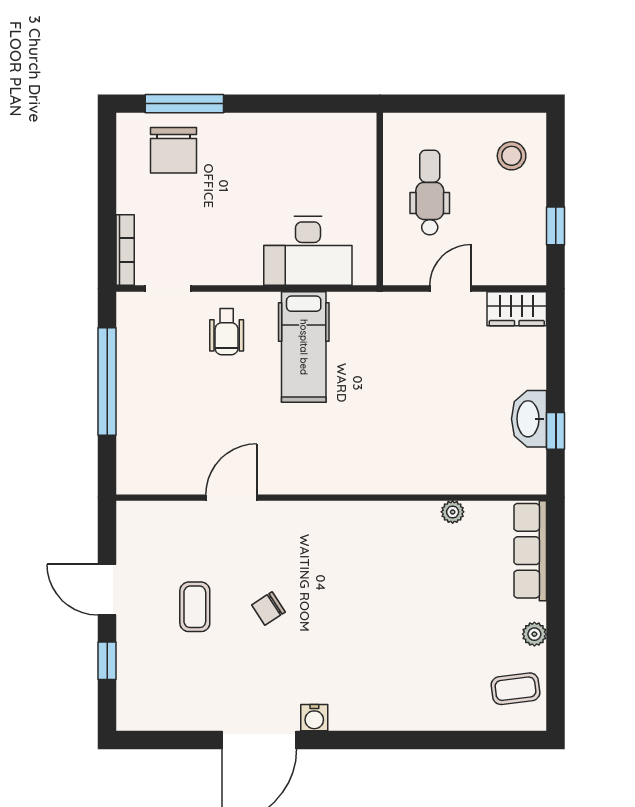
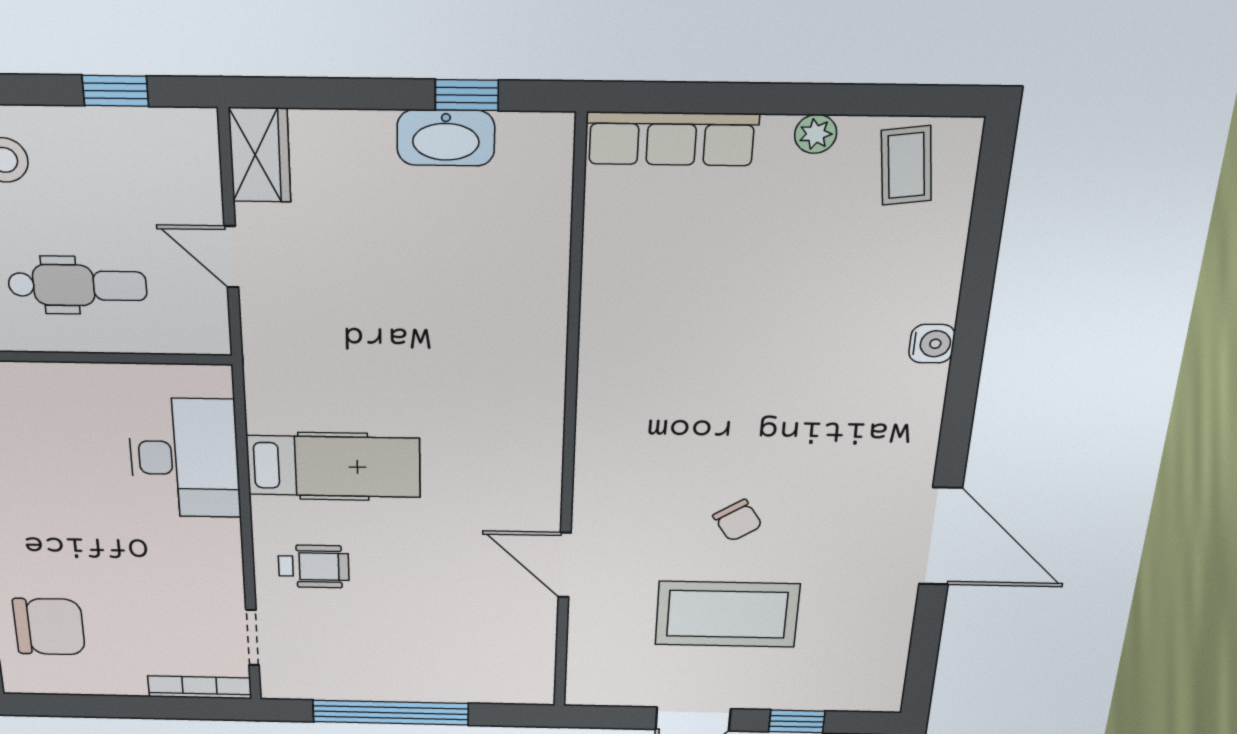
dental chair: (430, 192) -> (77, 285), turned 180
plant: (453, 512) -> (600, 259), removed
coffee table: (195, 607) -> (727, 614), width x1.86, depth x1.72
water cooler: (314, 718) -> (932, 344), moved

